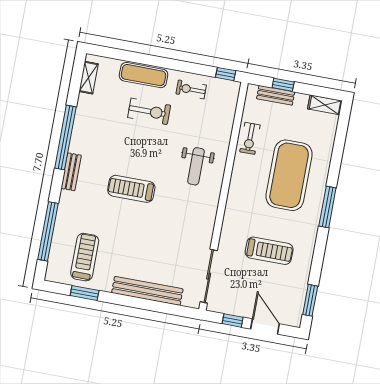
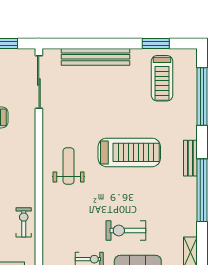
weight bench: (196, 166) -> (69, 166), moved
treadmill: (131, 189) -> (129, 152), width x1.37, depth x1.38

